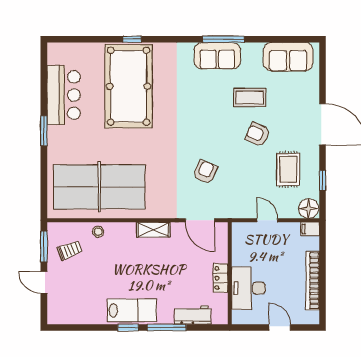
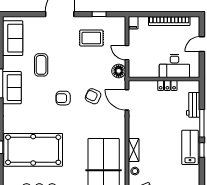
armchair: (258, 134) -> (63, 98), moved, turned 66
floor lamp: (309, 208) -> (119, 71), moved
door: (200, 220) -> (127, 100), swing flipped
door: (267, 220) -> (127, 53), hinge flipped
shelving: (153, 230) -> (134, 150), moved

